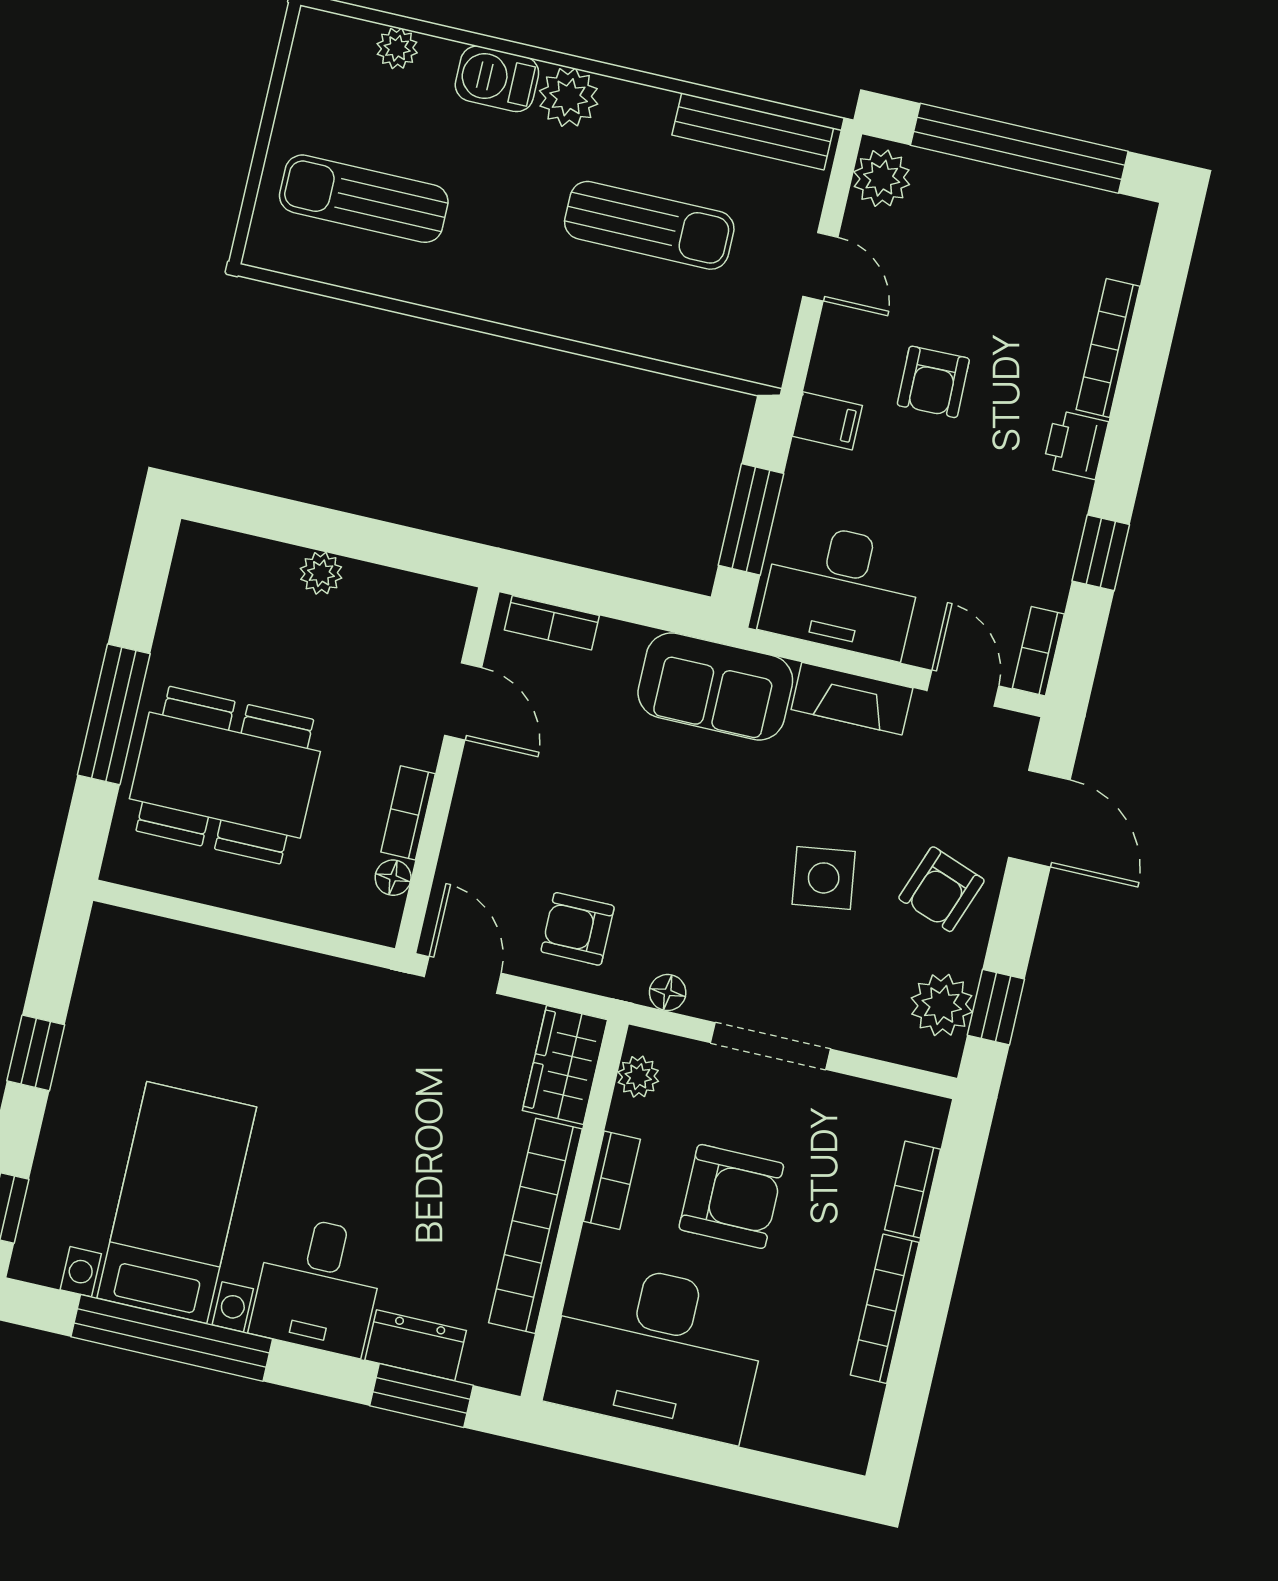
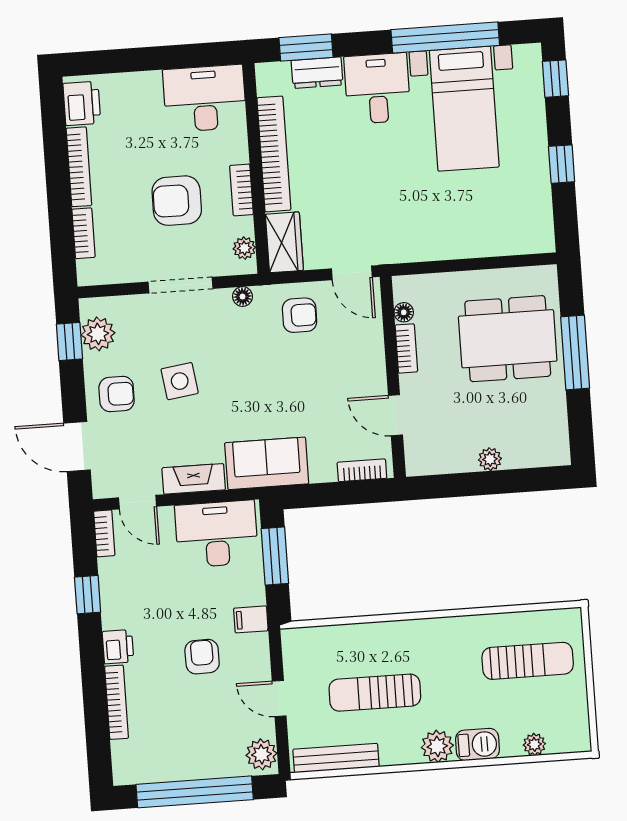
armchair: (941, 889) -> (117, 394), turned 70
desk: (657, 1350) -> (205, 98), width x0.73, depth x0.77
printer: (845, 1419) -> (82, 103), added

